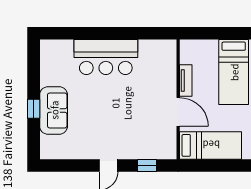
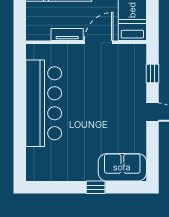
bar counter: (106, 57) -> (44, 103), width x1.36
sofa: (54, 110) -> (122, 167), moved

